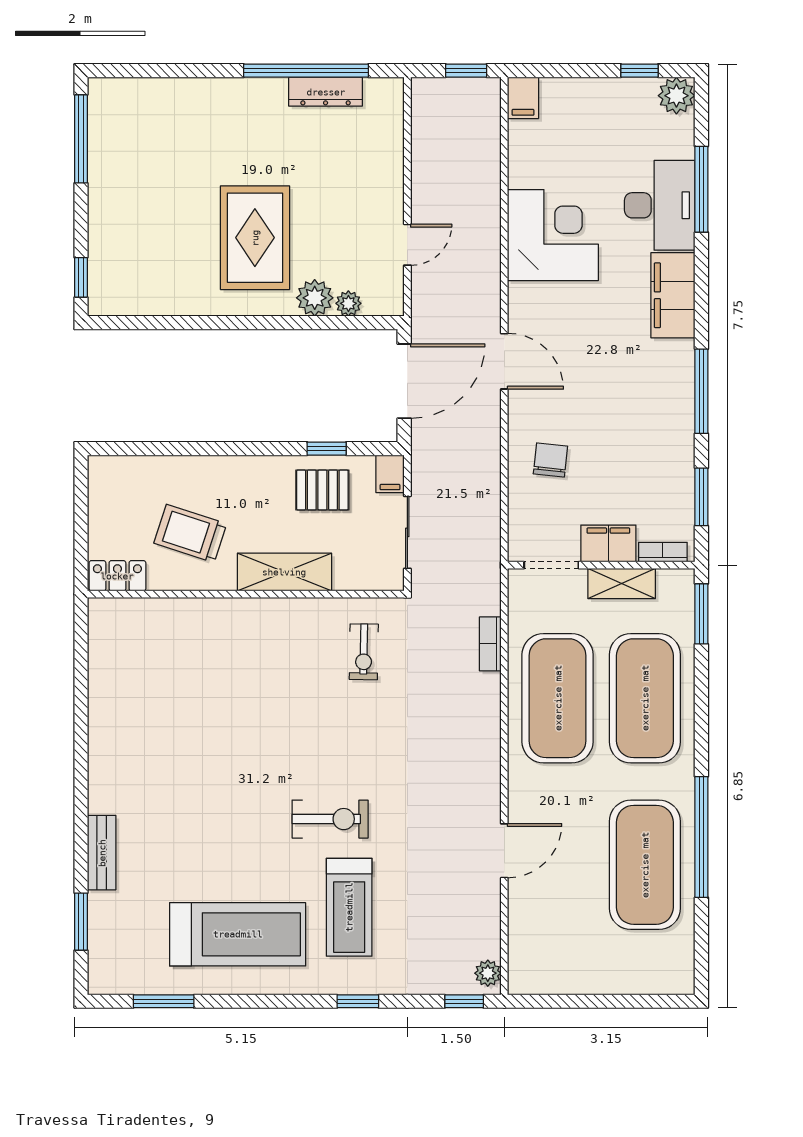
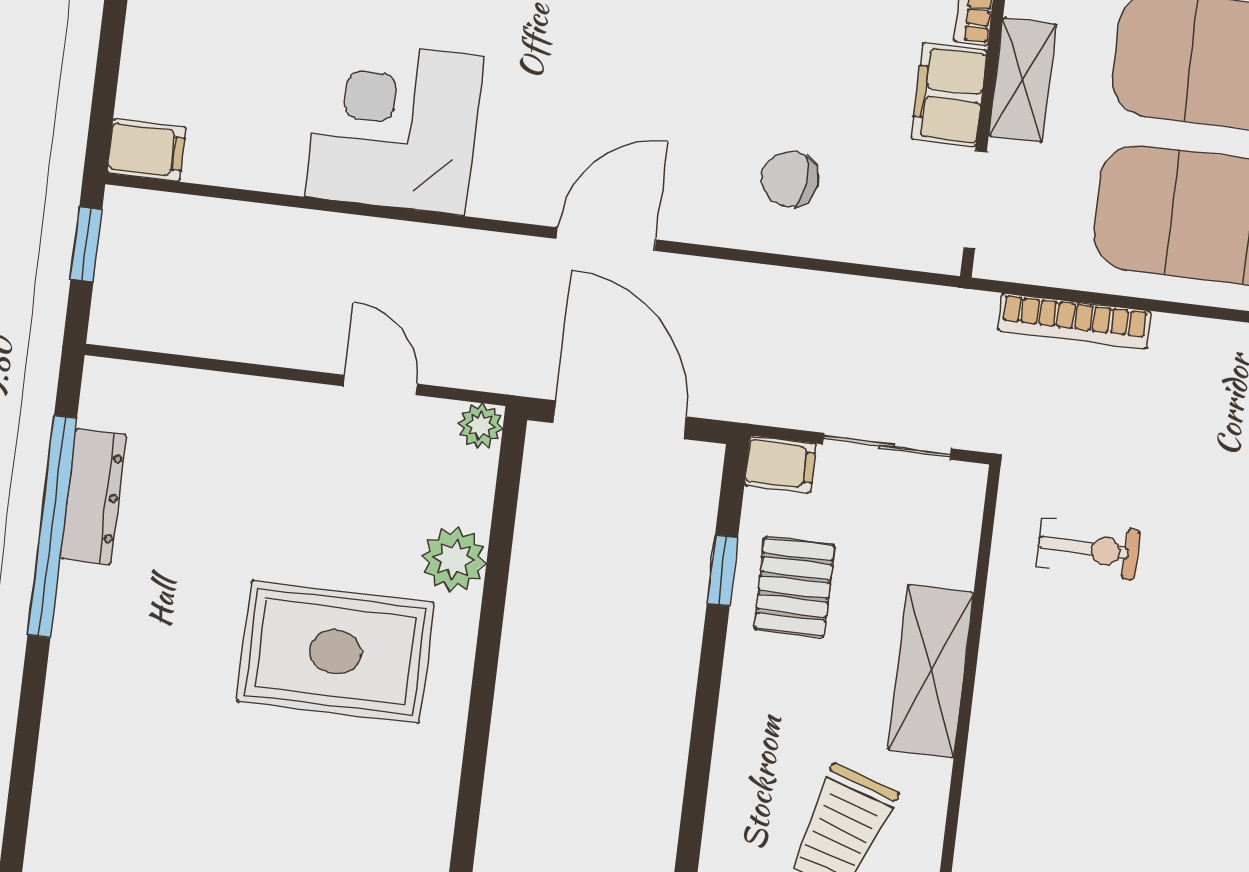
plant: (348, 303) -> (480, 426), moved
bookcase: (490, 644) -> (1074, 321), width x1.56

